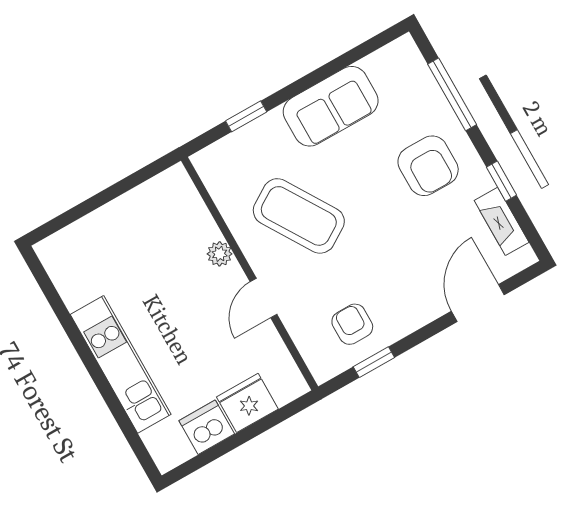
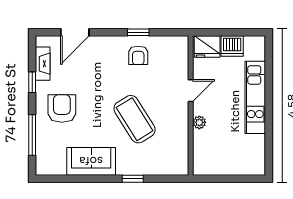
plant: (220, 254) -> (199, 122), moved
wall: (250, 274) -> (191, 106), moved
door: (263, 298) -> (191, 91), moved

